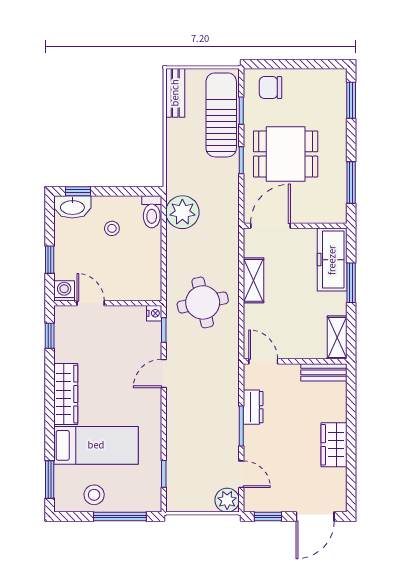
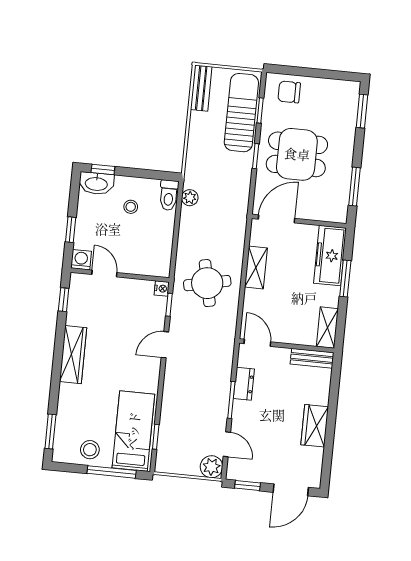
plant: (182, 212) -> (190, 198), width x0.53, depth x0.53
bed: (96, 445) -> (133, 431), moved, turned -90

